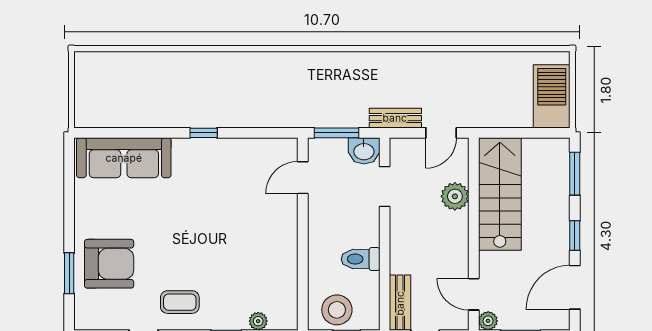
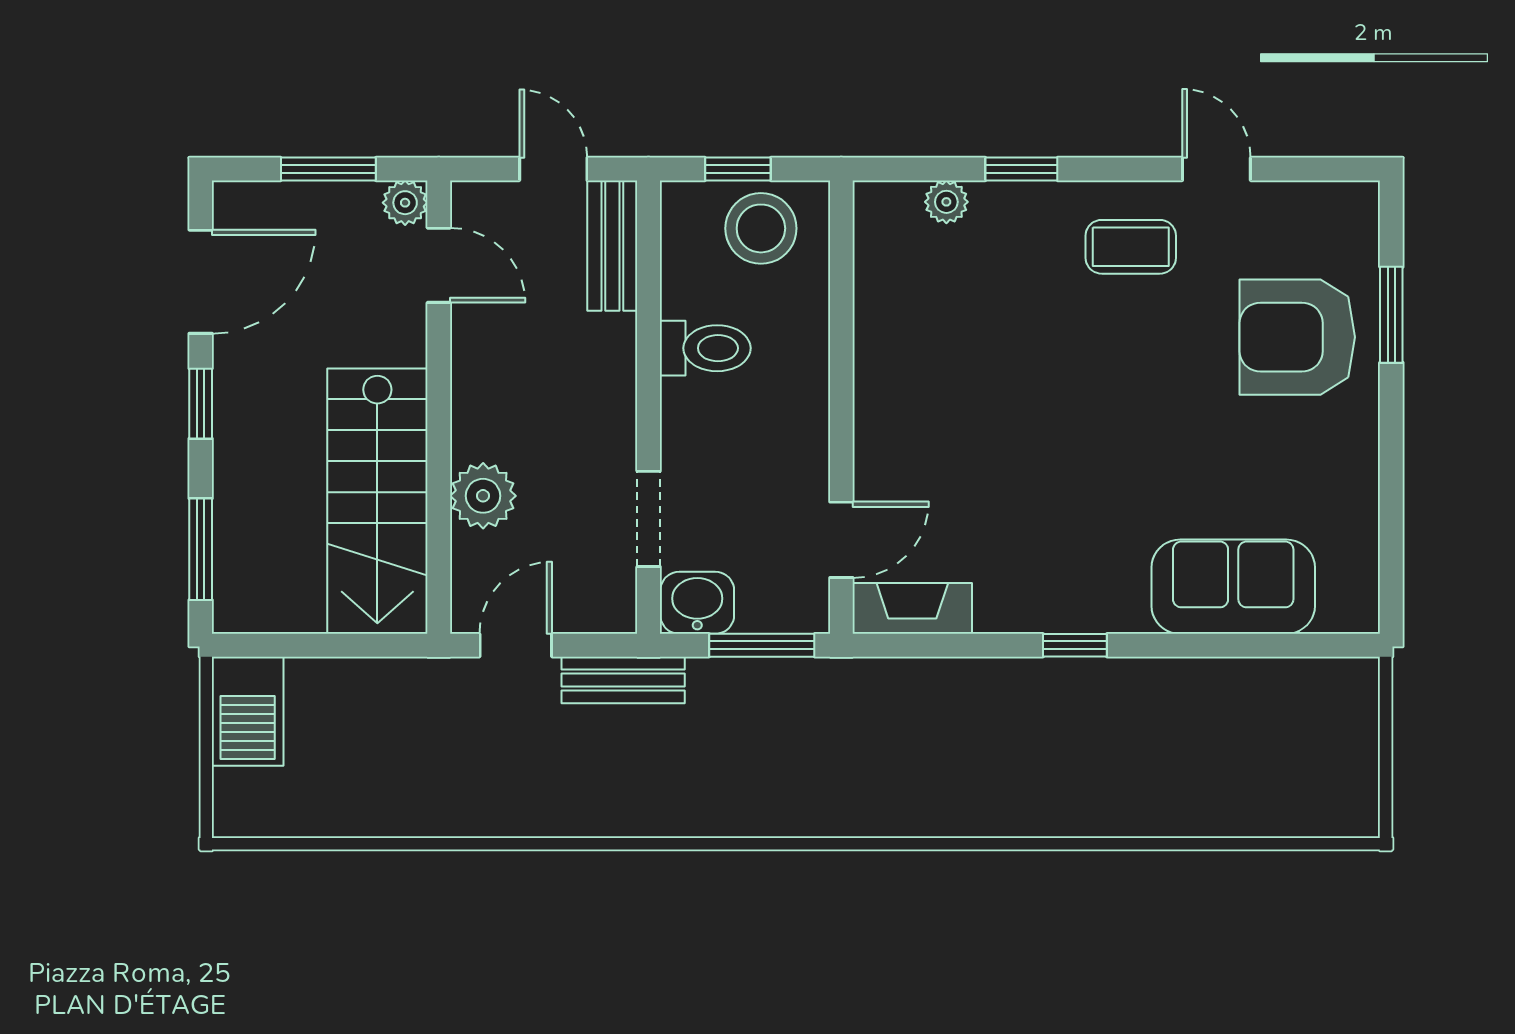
barbecue: (552, 96) -> (248, 711), width x0.73, depth x0.83
fireplace: (273, 149) -> (912, 608), added
sofa: (124, 158) -> (1233, 587), width x0.73

